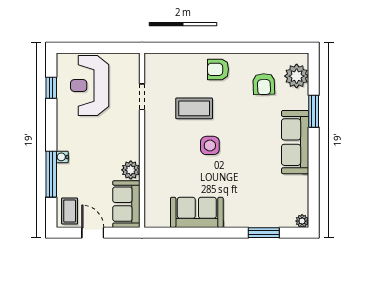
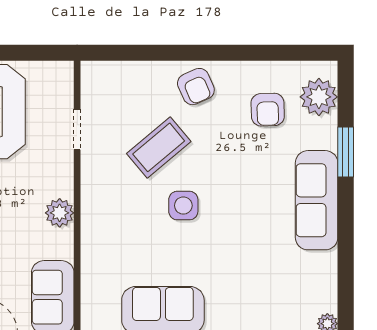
armchair: (218, 69) -> (196, 87), turned -114
coffee table: (194, 108) -> (159, 147), turned -40
plant: (131, 170) -> (60, 213), moved

